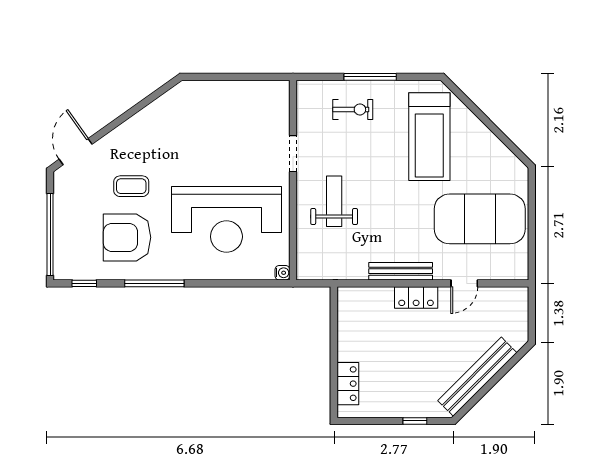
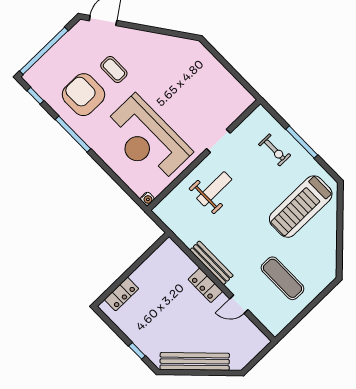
exercise mat: (480, 219) -> (282, 278), width x0.50, depth x0.69

